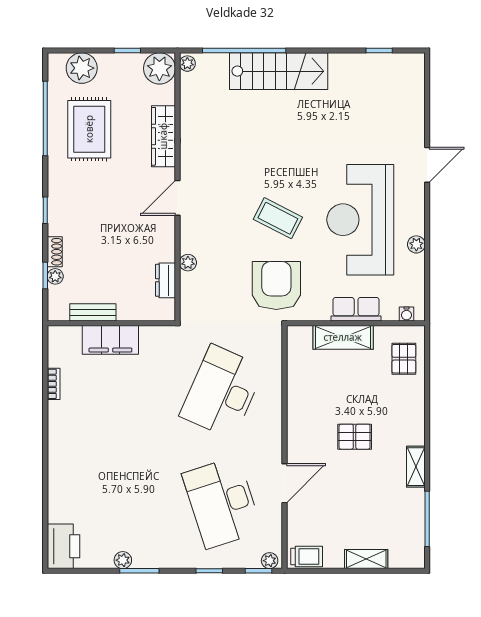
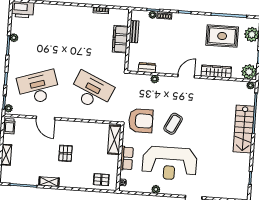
door: (177, 198) -> (186, 76), hinge flipped
reception desk: (360, 220) -> (170, 163), turned 180
shelving: (343, 337) -> (114, 140), moved

